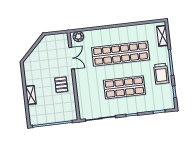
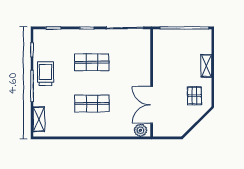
shop shelf: (121, 54) -> (92, 104), width x0.50, depth x0.74
double door: (72, 58) -> (152, 105), width x1.37
pallet: (61, 85) -> (195, 96), moved
shop shelf: (124, 87) -> (92, 62), width x0.70, depth x0.74

